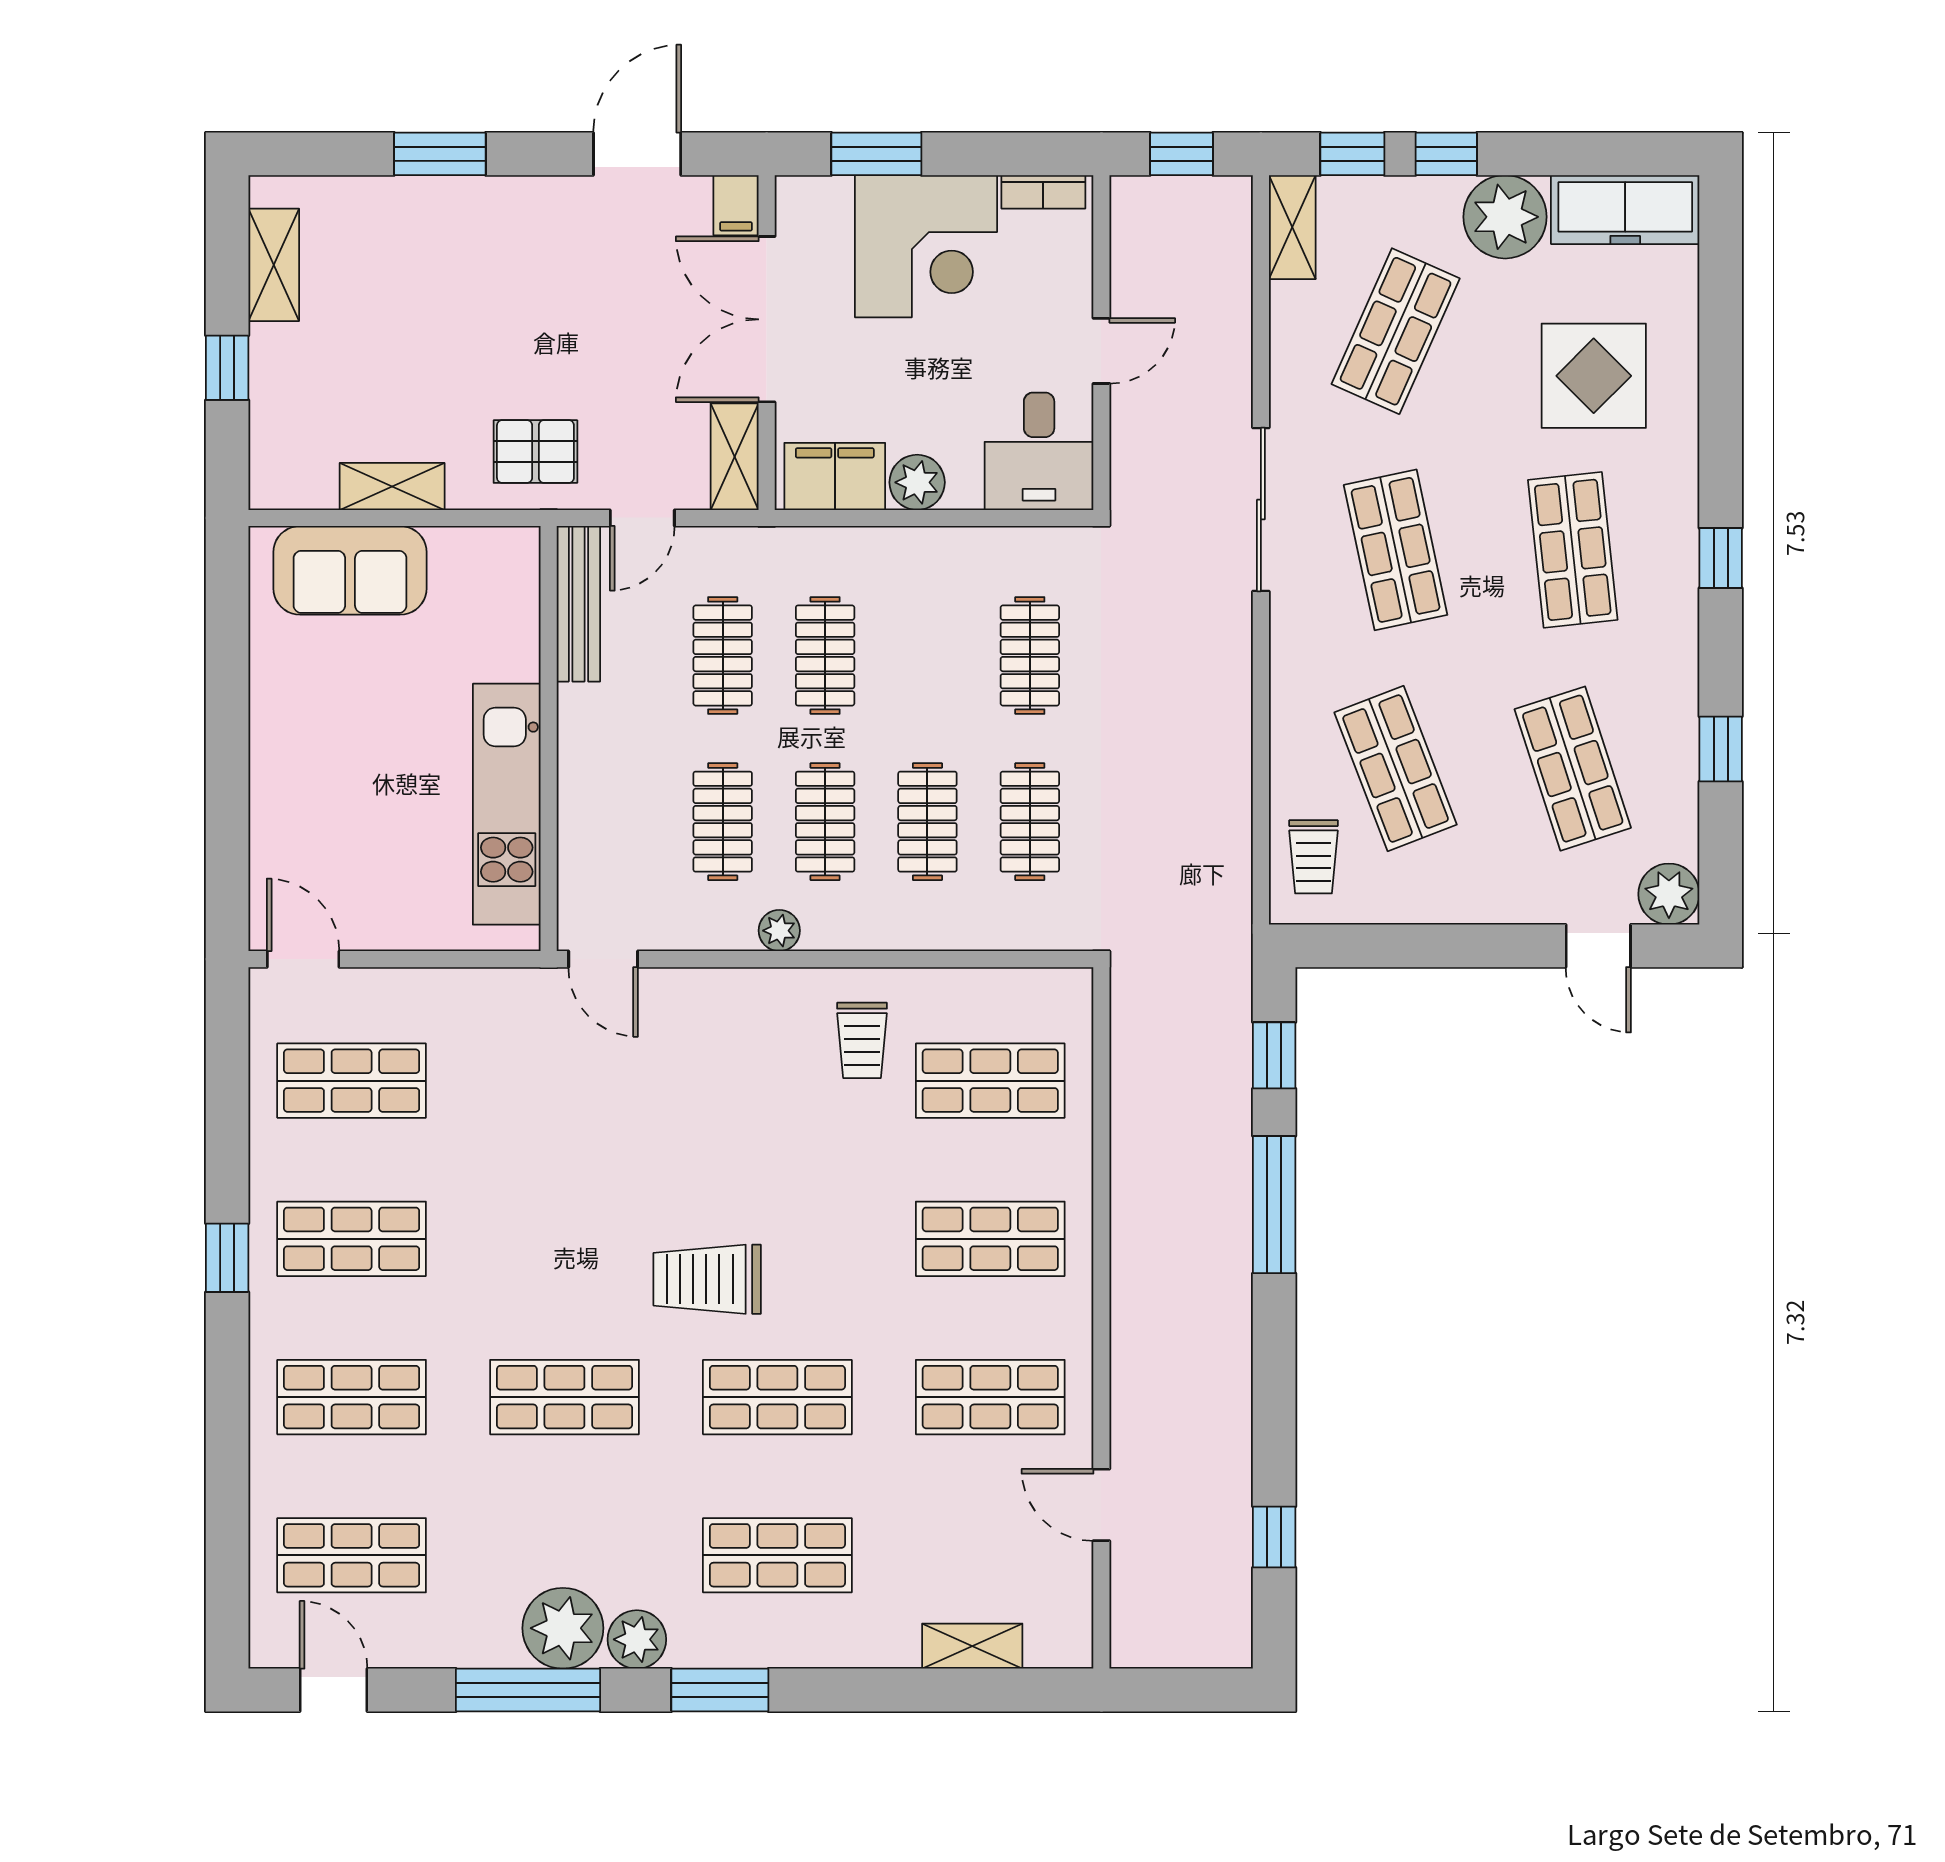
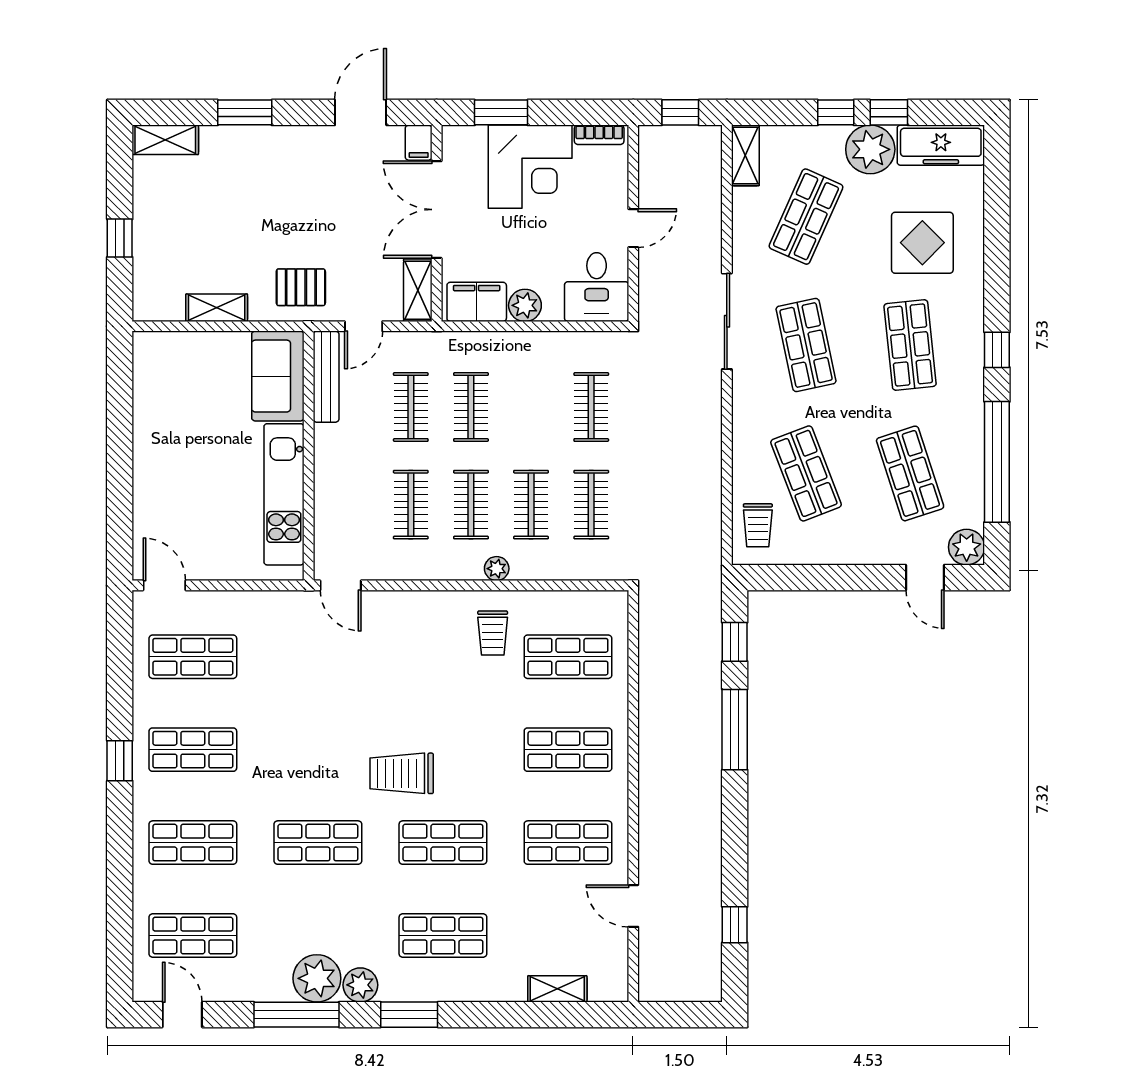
window: (1352, 154) -> (889, 112), moved
shelving: (274, 265) -> (165, 140), moved, turned 90
sofa: (350, 570) -> (278, 376), moved, turned 90
window: (1721, 749) -> (997, 462), width x3.17
plant: (779, 931) -> (497, 569), moved

